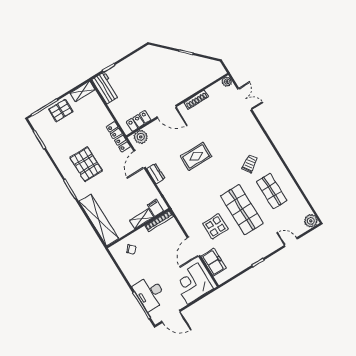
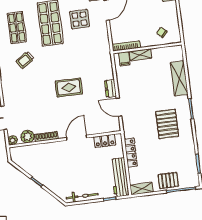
bicycle: (136, 58) -> (82, 196), added
workbench: (106, 88) -> (120, 177), width x1.38
door: (167, 112) -> (77, 138), hinge flipped
locker: (118, 137) -> (131, 153), moved
plant: (141, 137) -> (28, 137), moved
door: (140, 159) -> (119, 107), swing flipped
shelving: (99, 220) -> (179, 78), width x0.68

